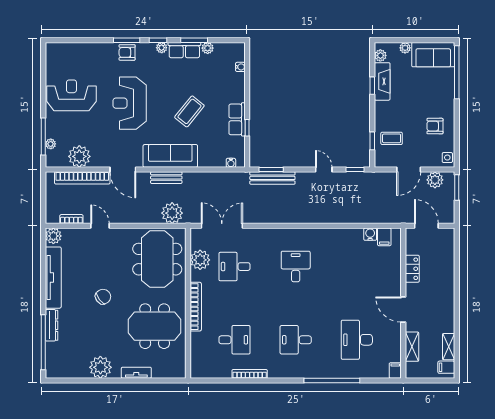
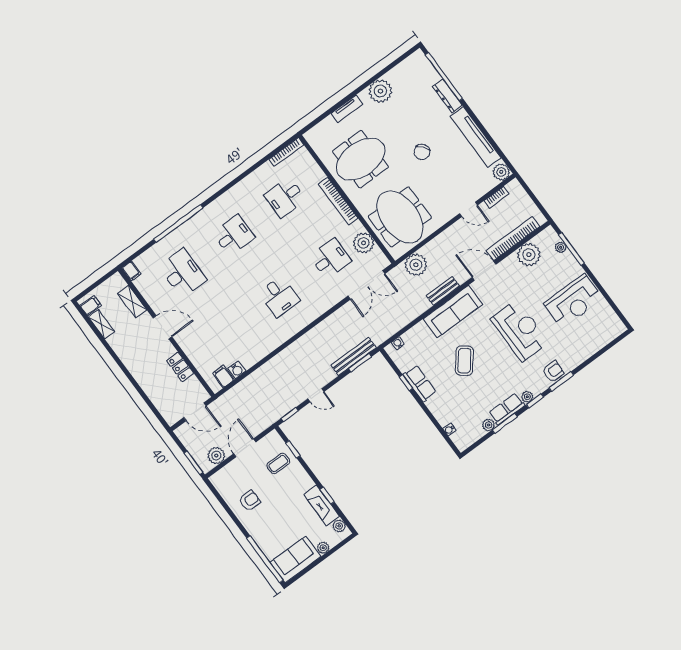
side table: (447, 158) -> (220, 482), removed
bookcase: (250, 374) -> (286, 152), moved

